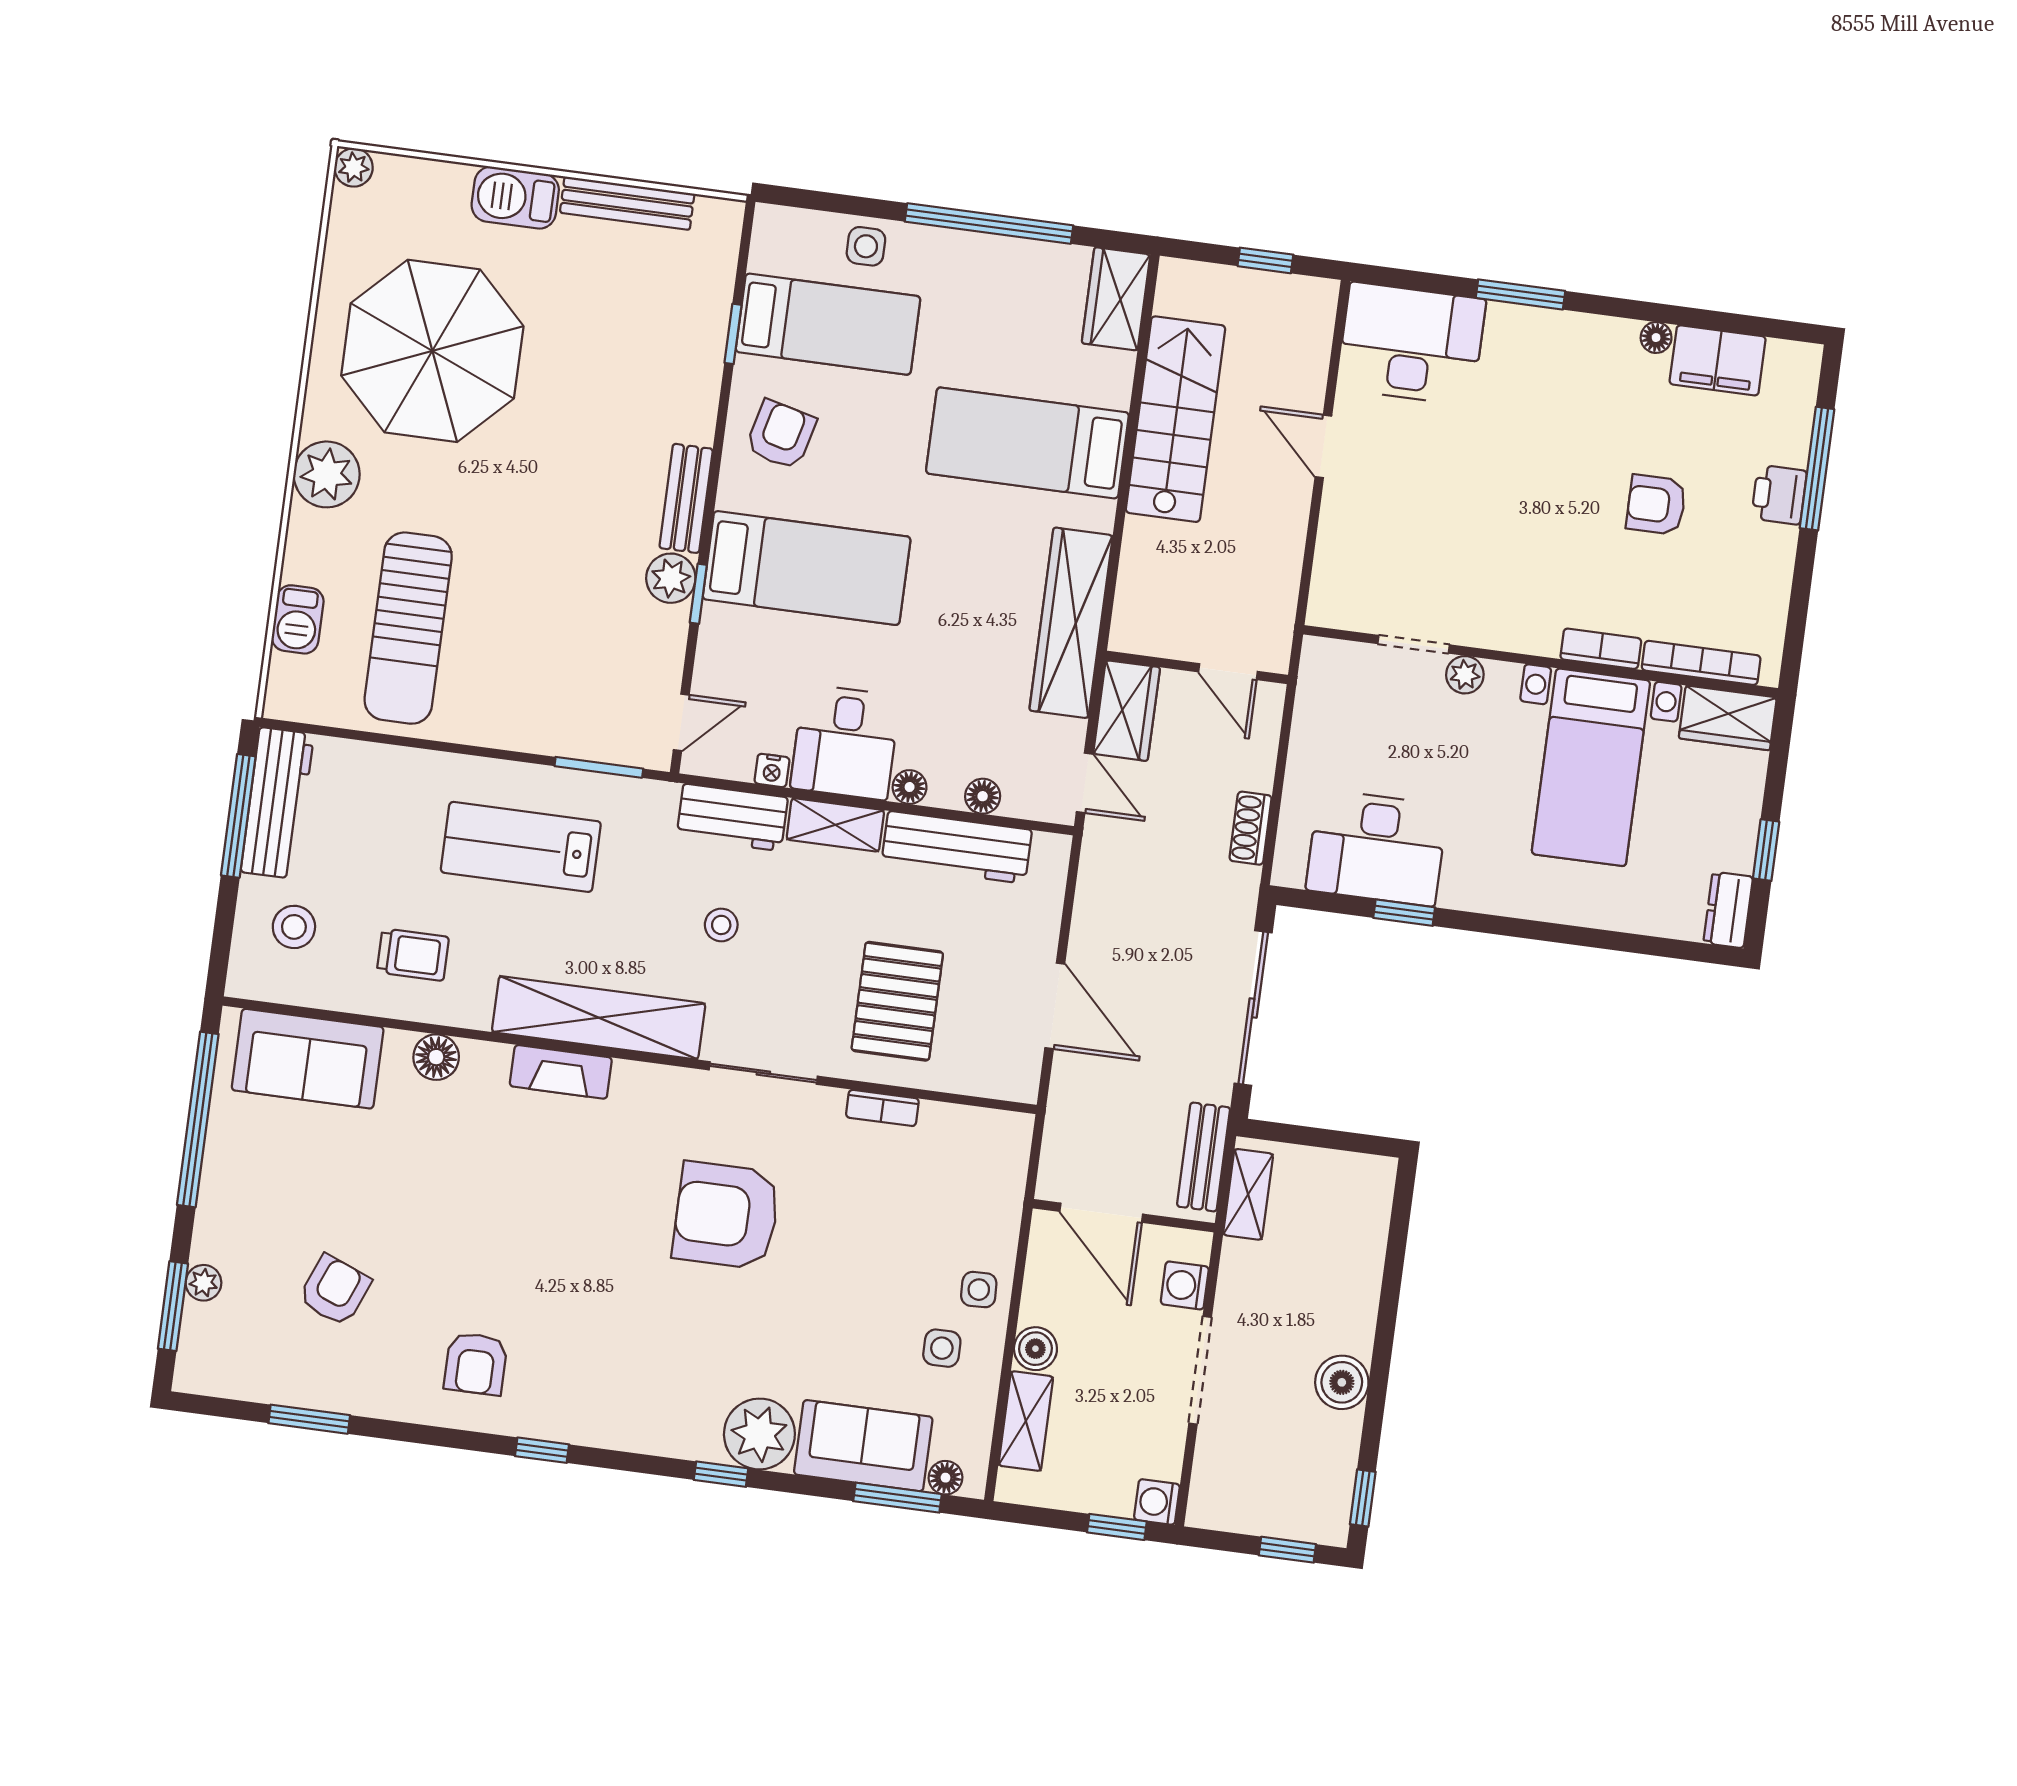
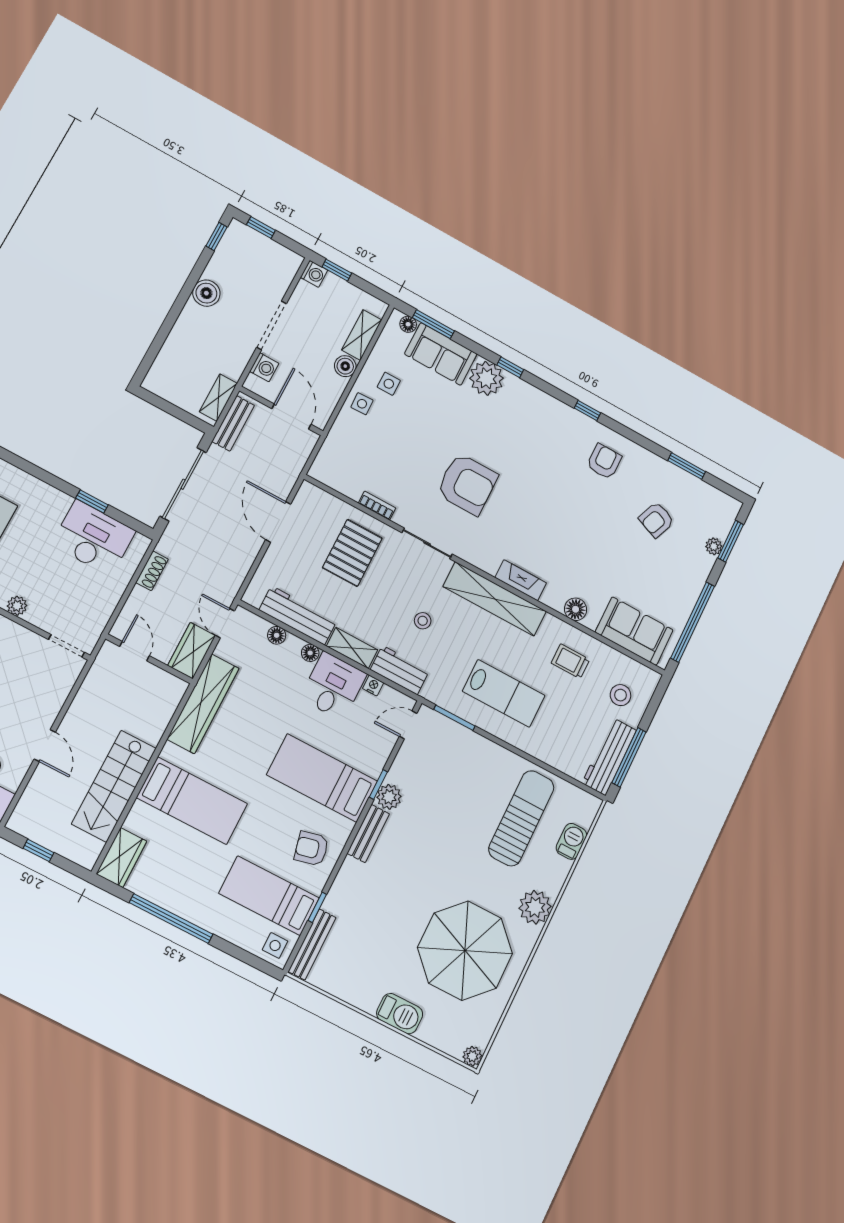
bench: (627, 203) -> (312, 944), moved, turned 90
side table: (866, 246) -> (275, 945), moved
armchair: (781, 435) -> (311, 849), turned 63
doorway: (1414, 644) -> (67, 646), moved

